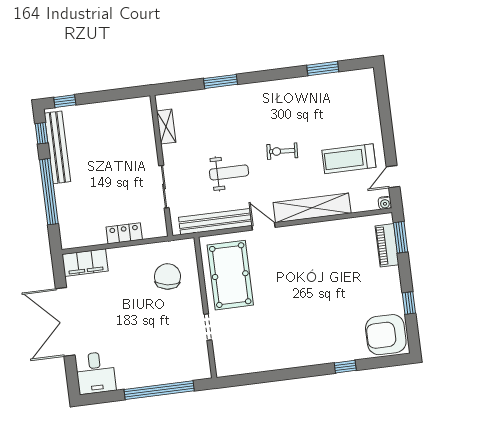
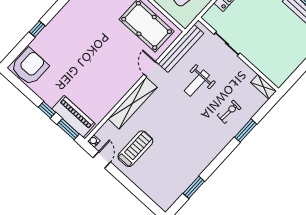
shelving: (166, 127) -> (263, 87), moved
exercise bike: (282, 151) -> (229, 112), moved
door: (264, 226) -> (151, 69), swing flipped
piano: (387, 245) -> (74, 116), width x1.37, depth x1.33
window: (409, 303) -> (47, 110), moved

